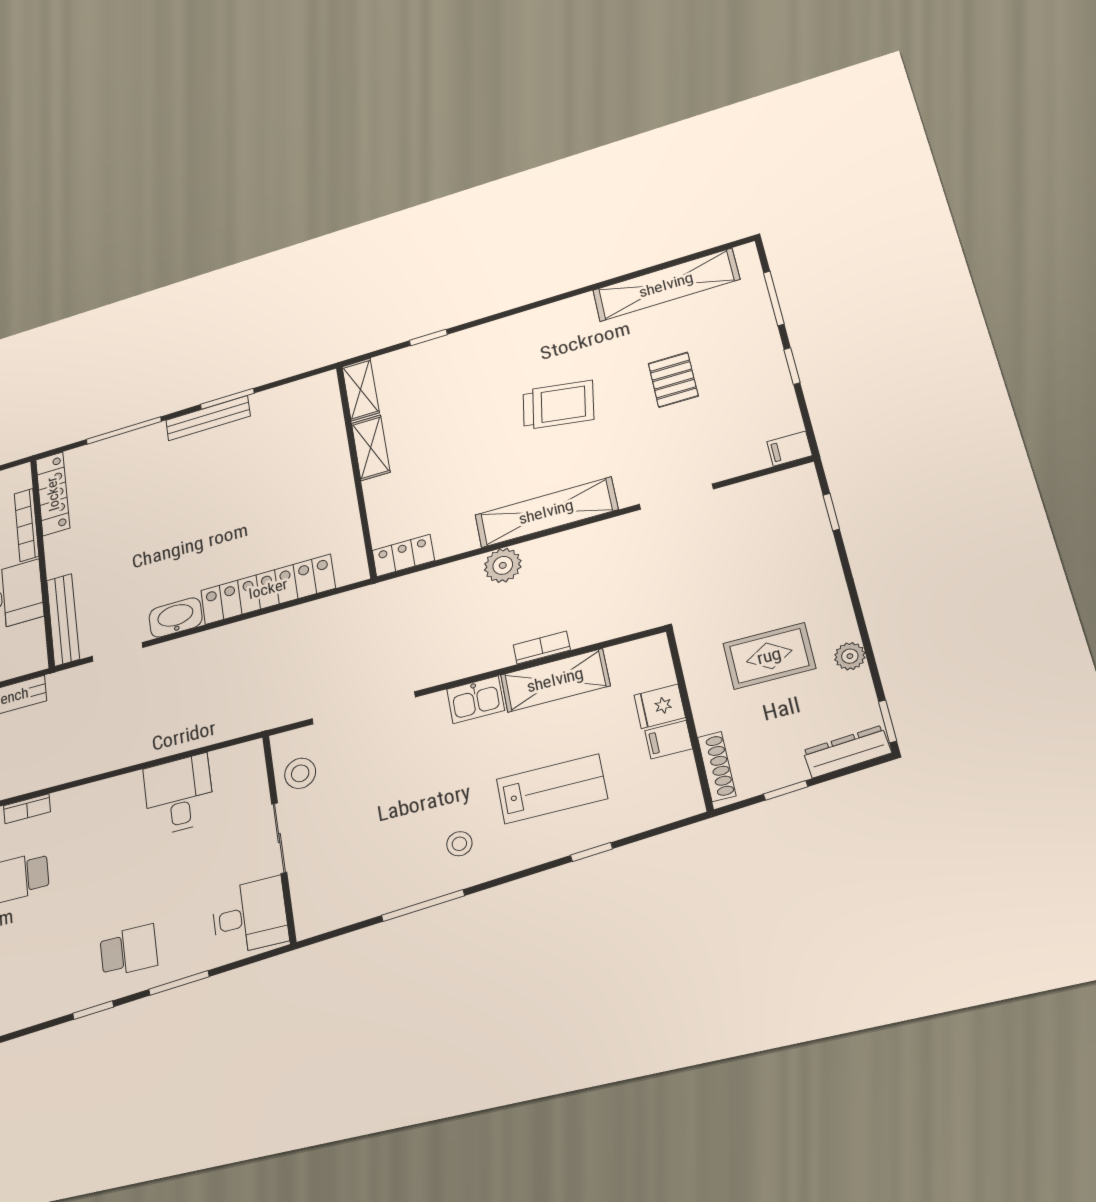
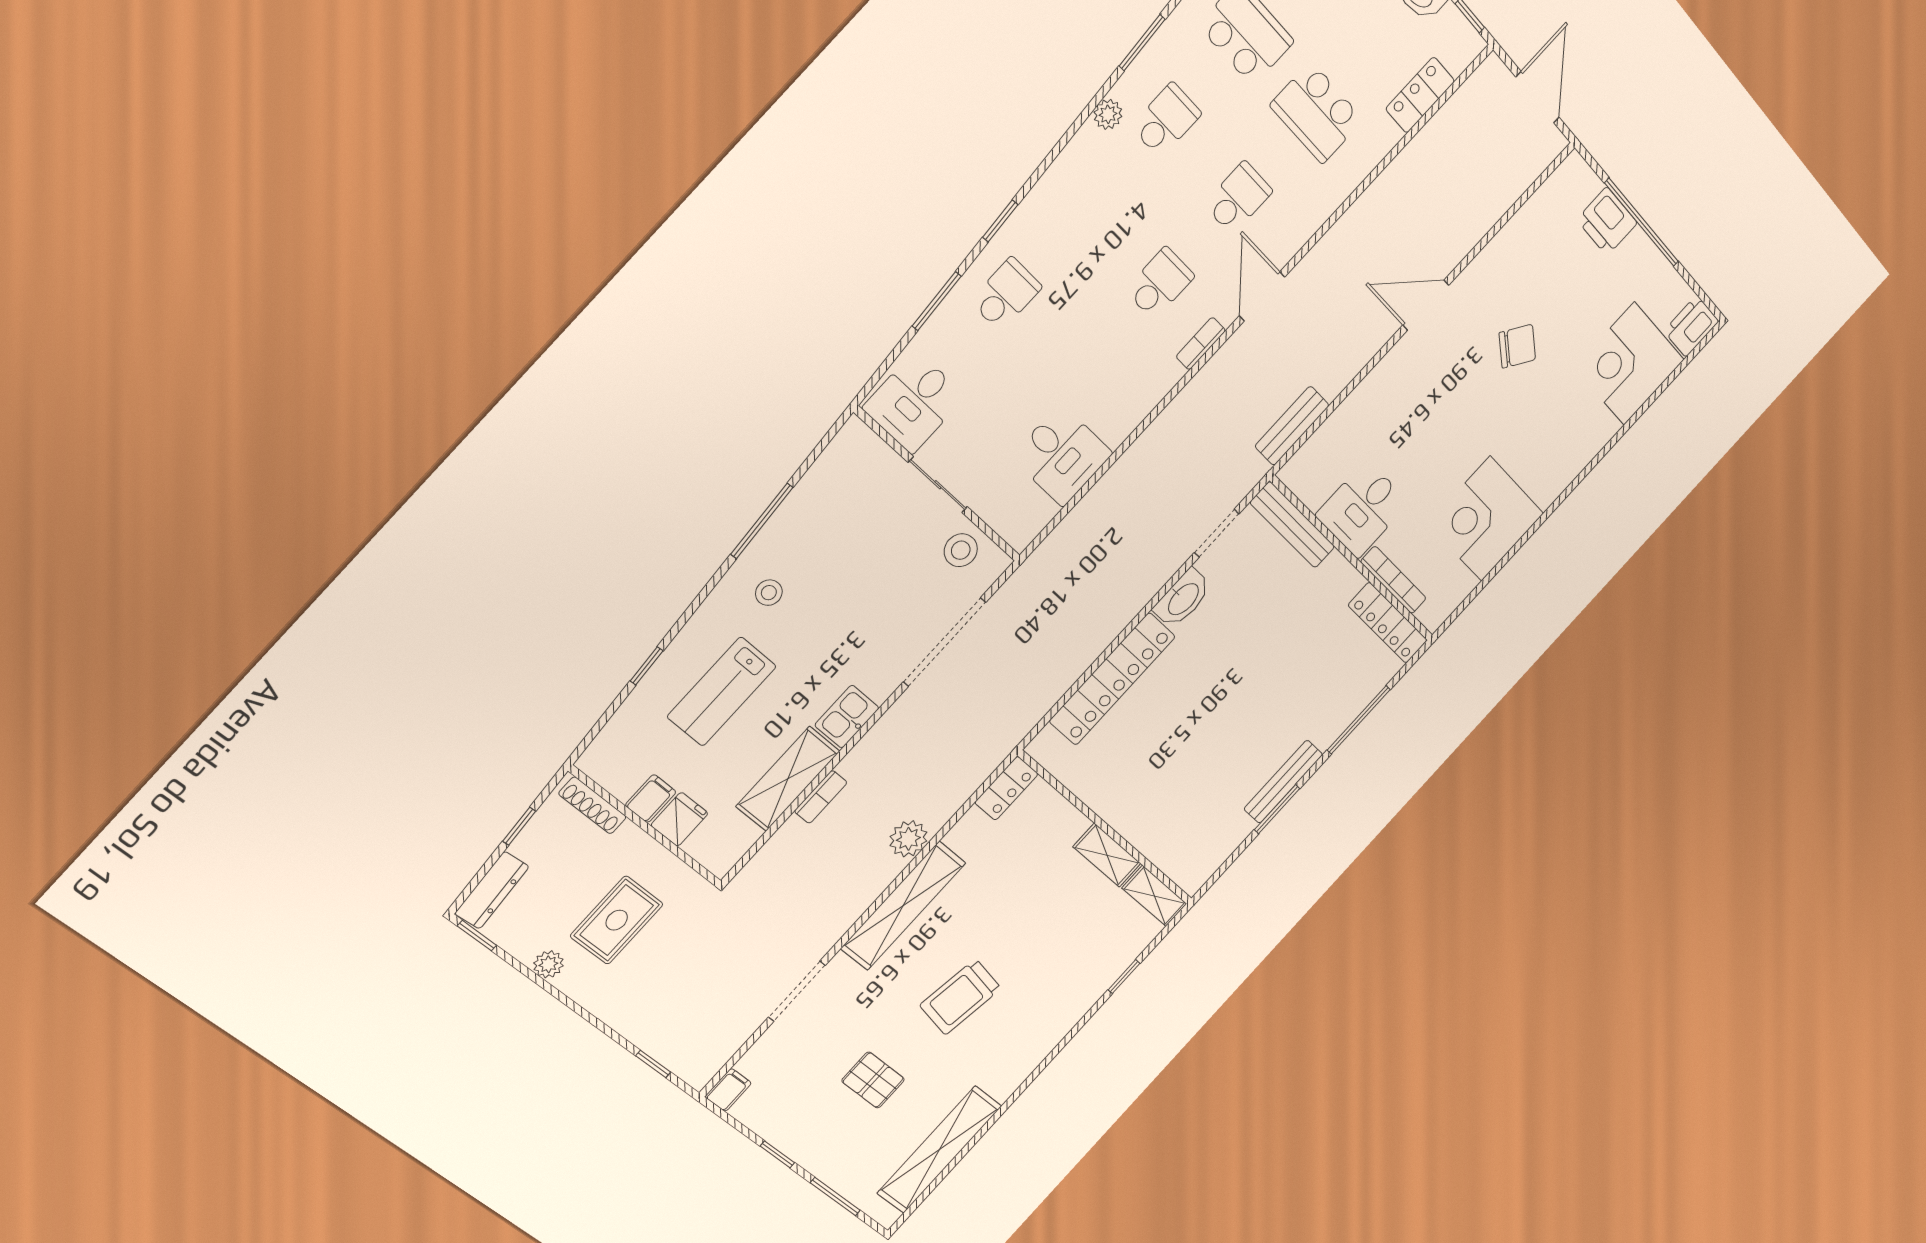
school desk: (129, 951) -> (1006, 294), turned 180

